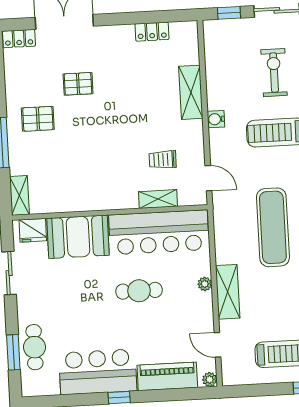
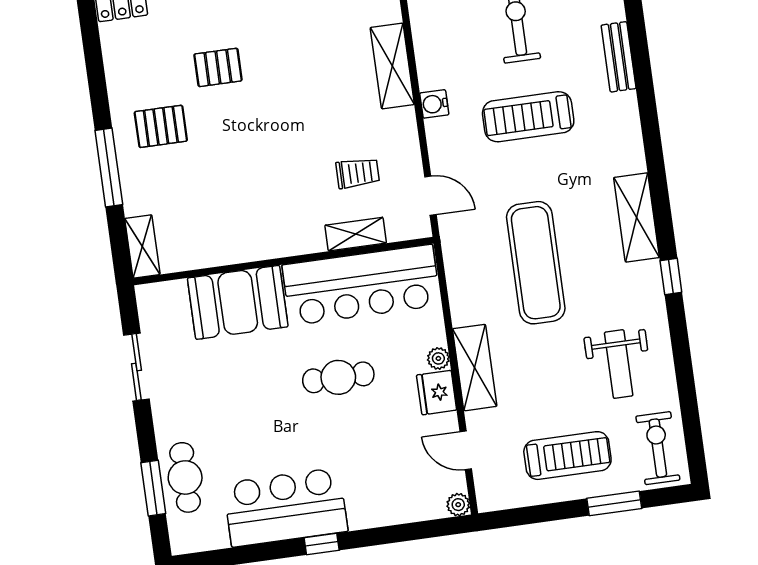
trolley: (163, 160) -> (358, 173), turned 180
fridge: (33, 230) -> (437, 393), moved, turned 90
piano: (167, 376) -> (393, 505), removed

